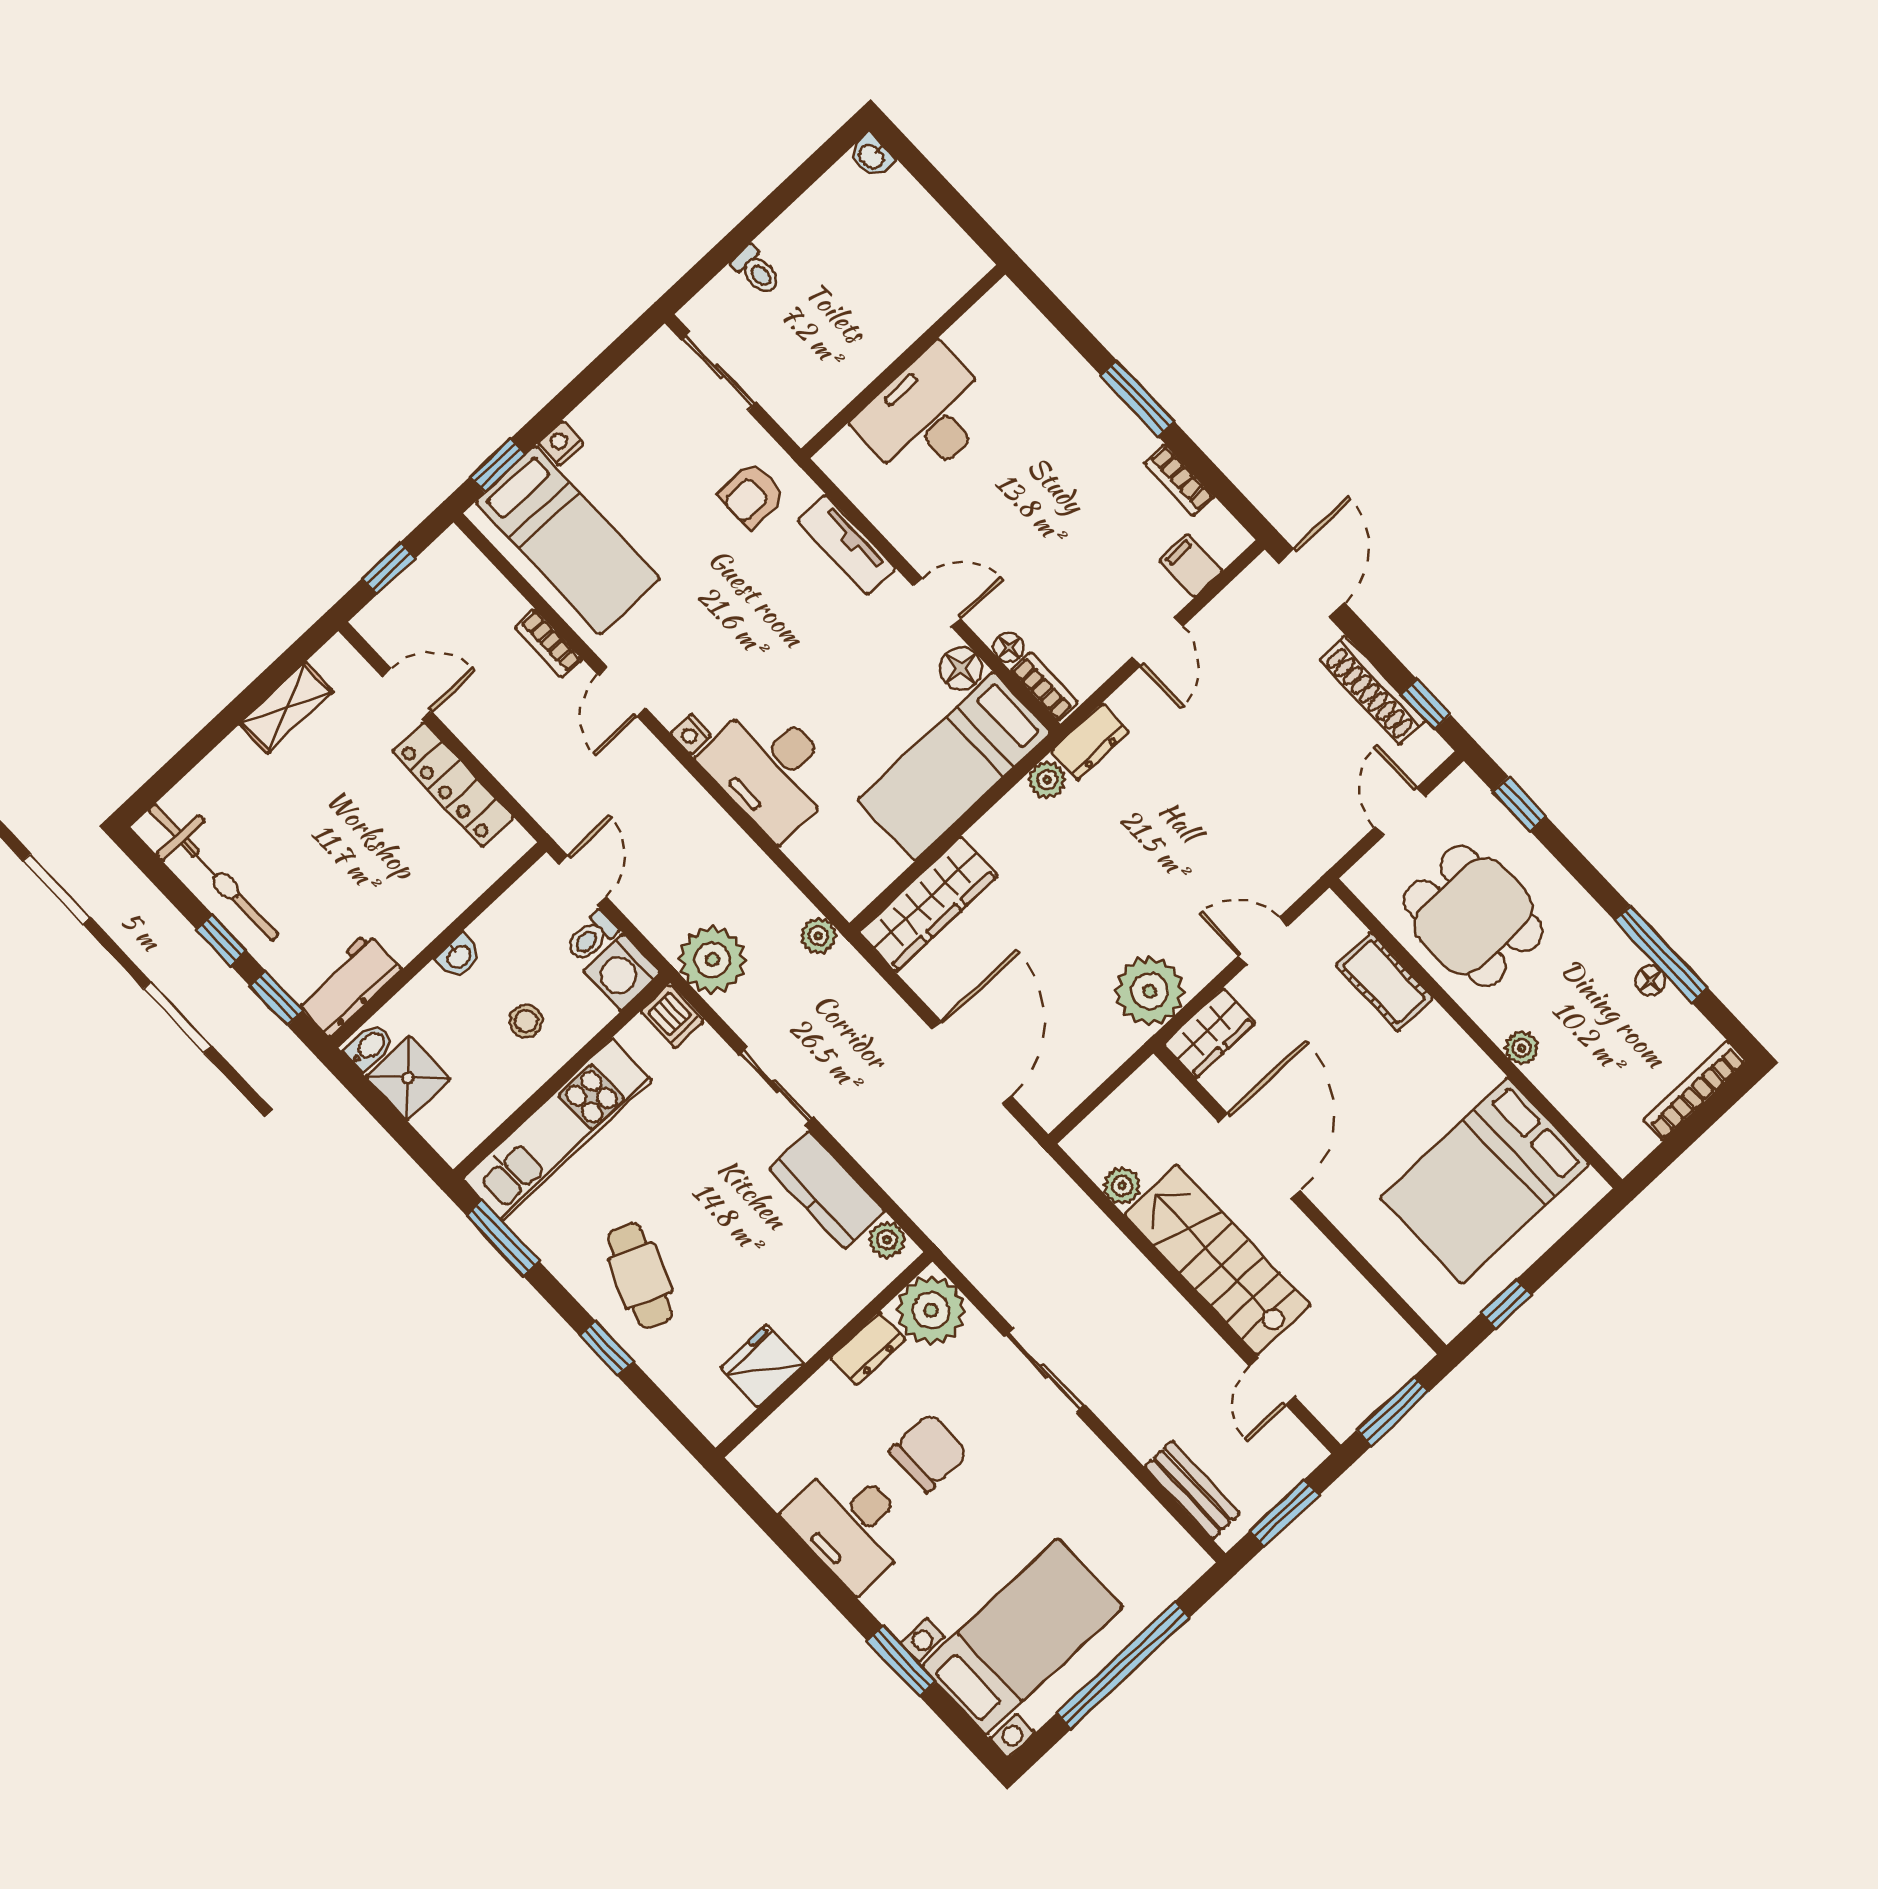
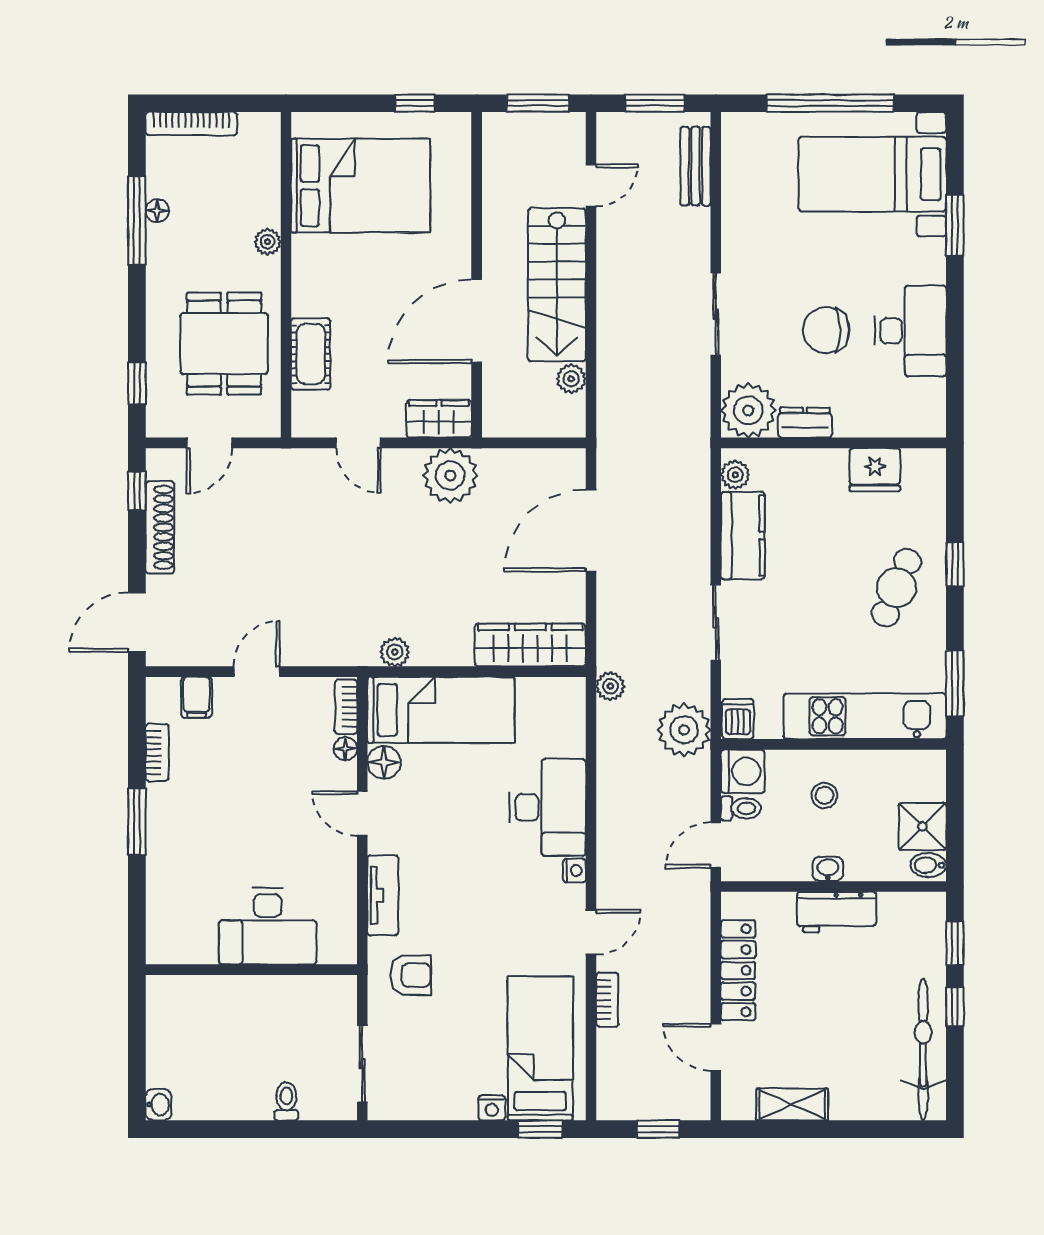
dresser: (1090, 742) -> (350, 651), removed
workbench: (348, 985) -> (837, 912), moved

